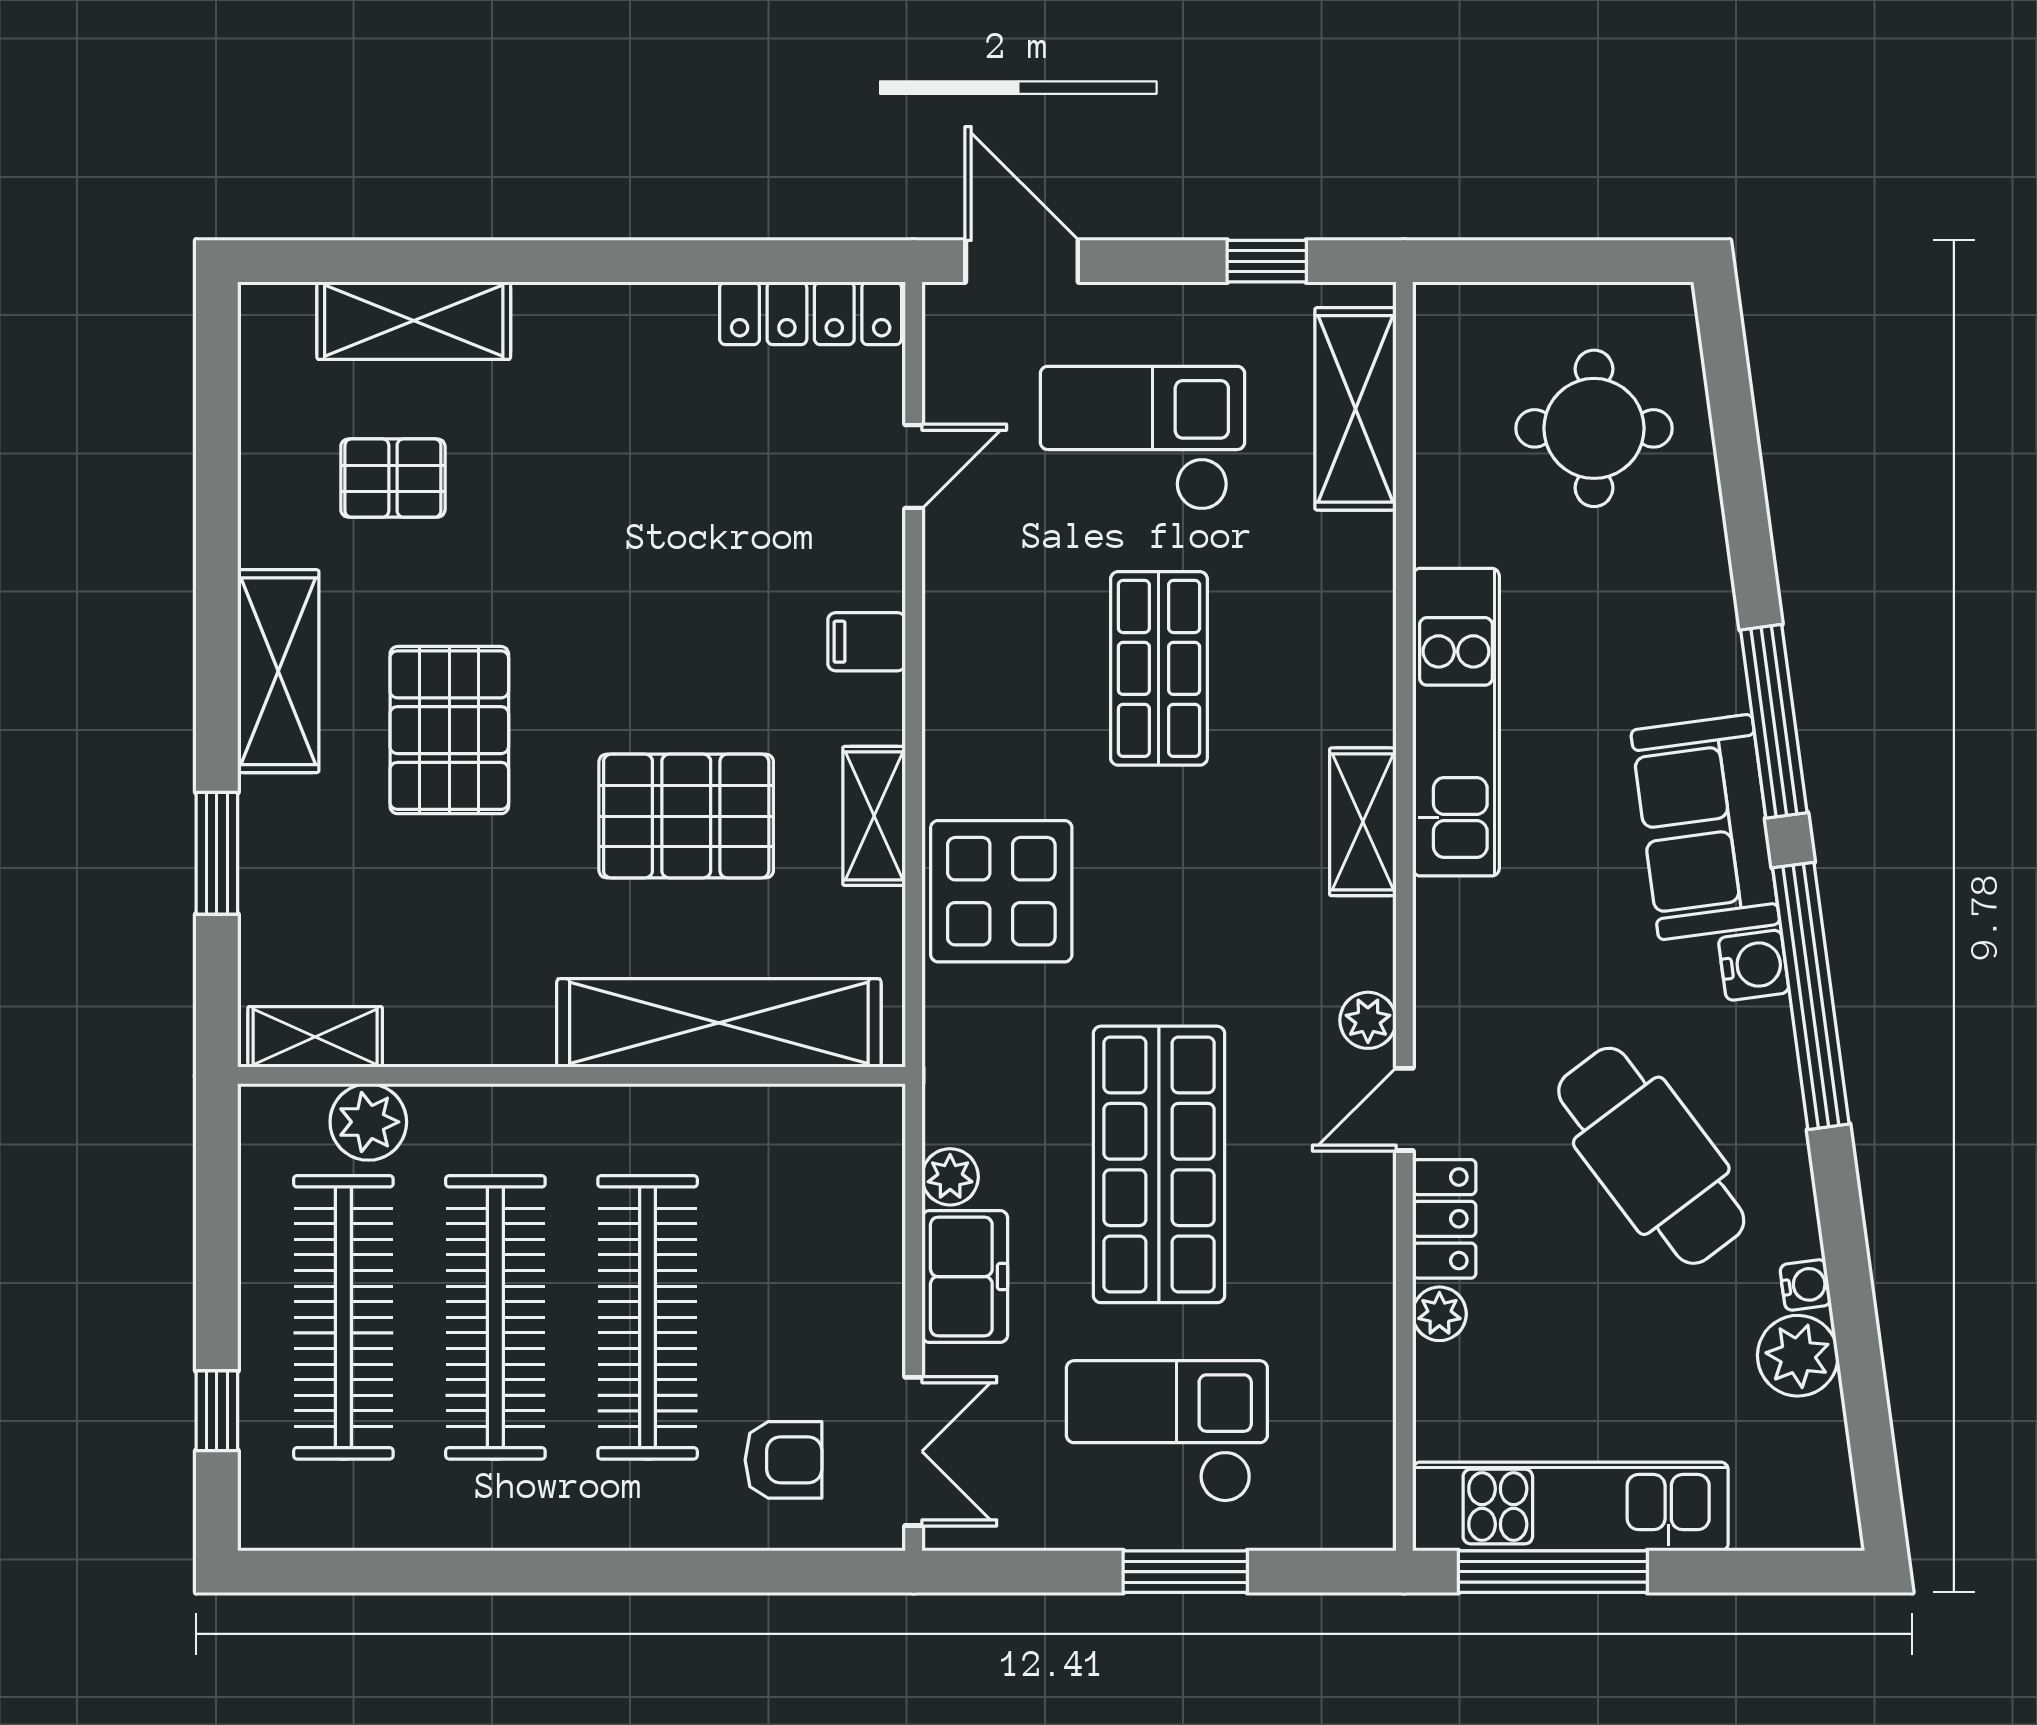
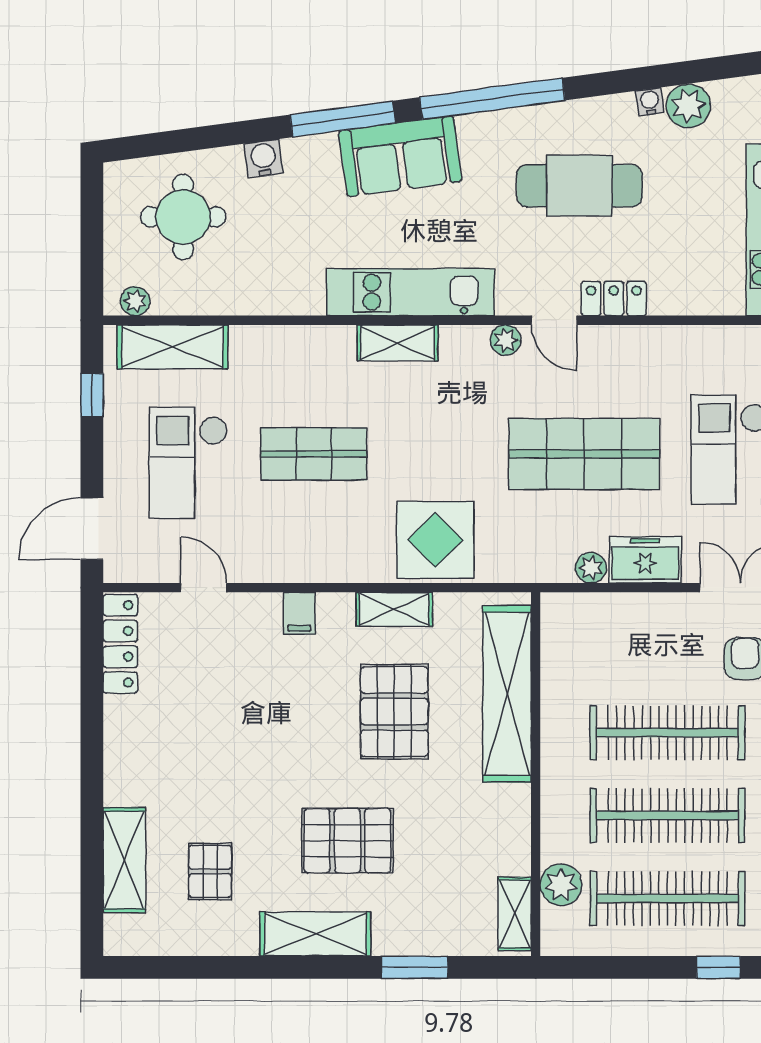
kitchen unit: (1456, 722) -> (410, 292), moved
water cooler: (1754, 965) -> (263, 159), moved
cafe table: (1651, 1156) -> (579, 186), turned 37
plant: (1439, 1314) -> (135, 301), moved

